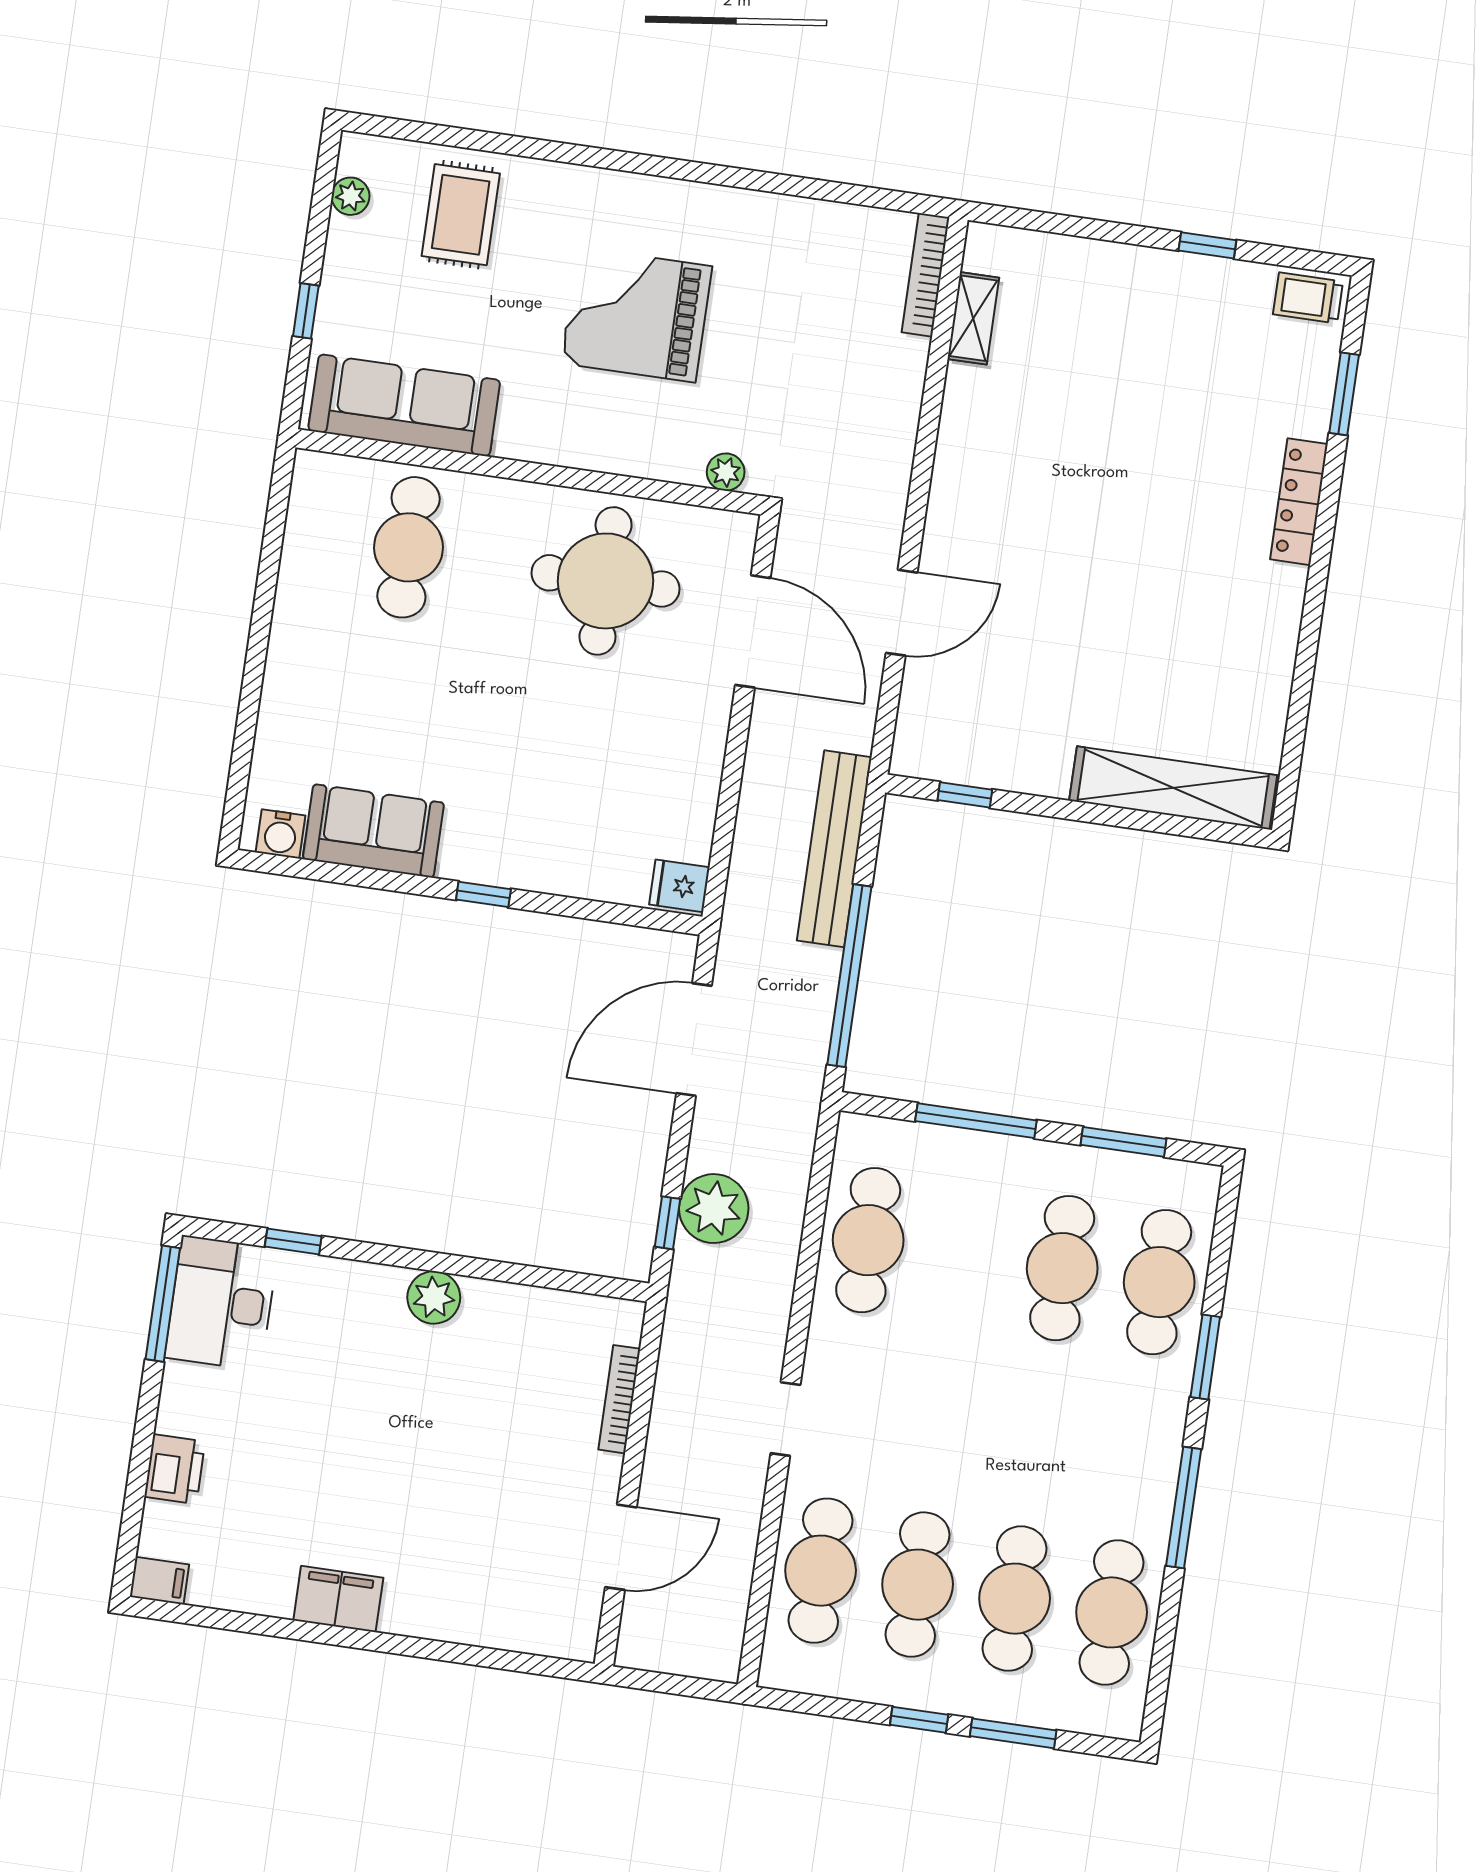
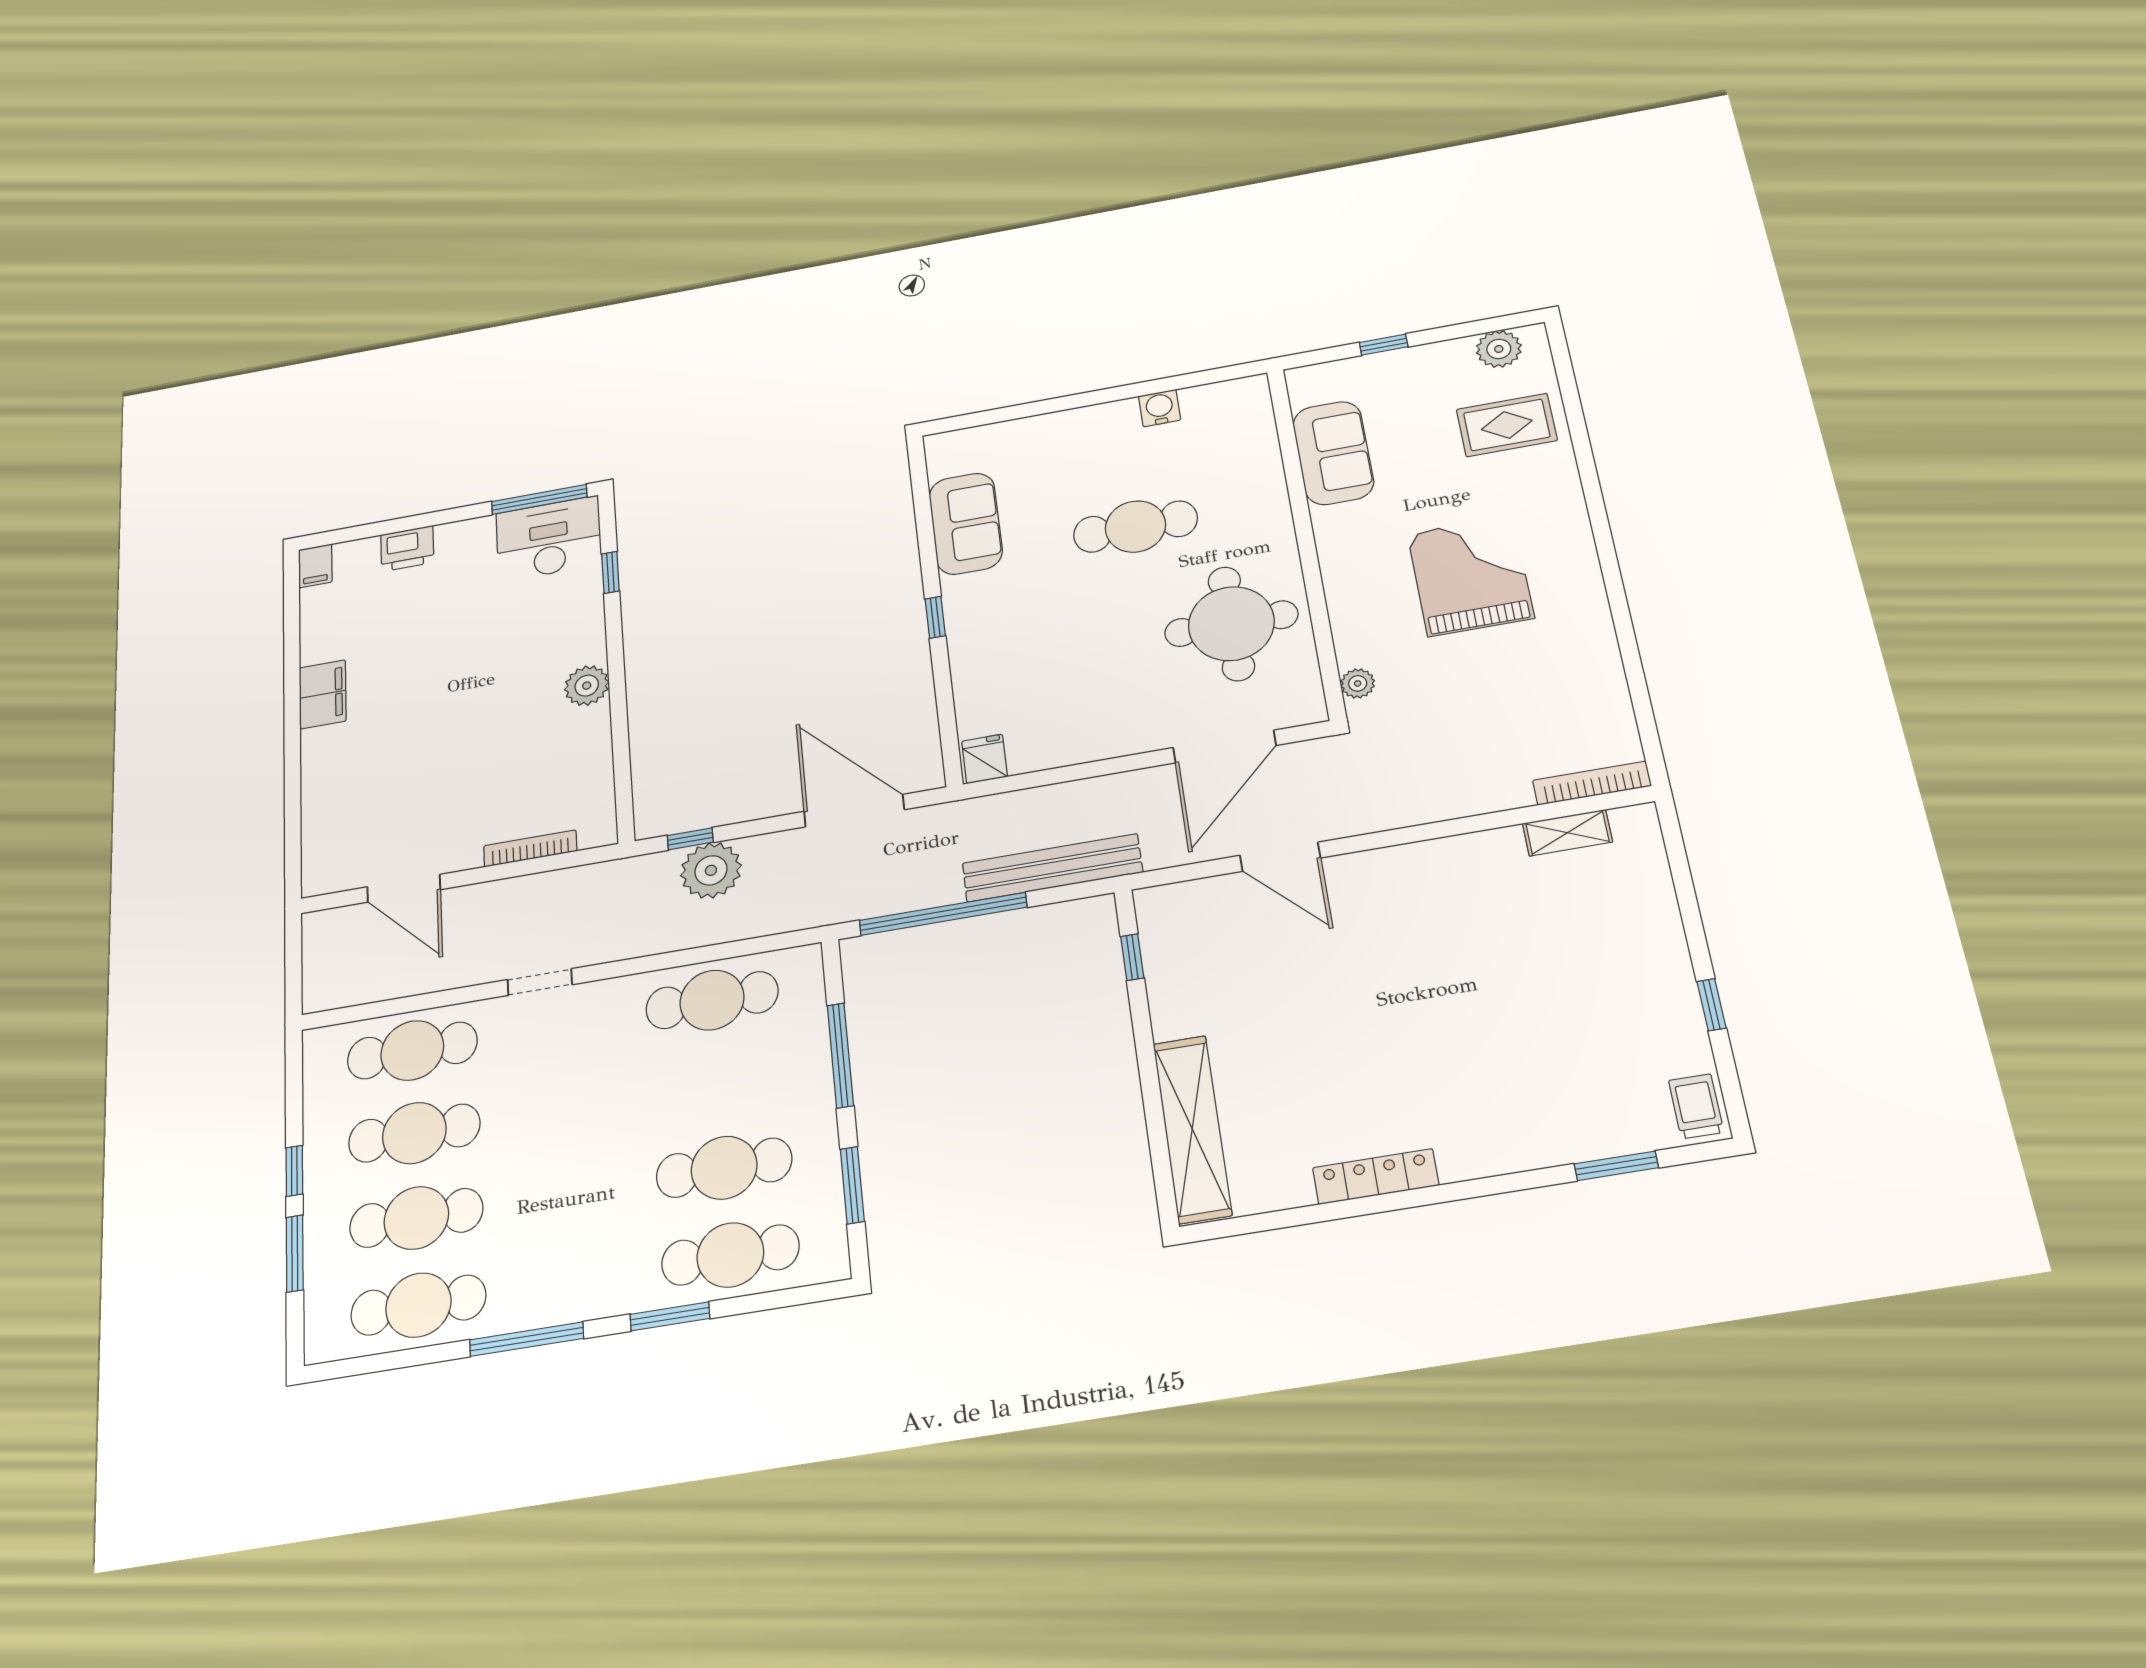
plant: (351, 196) -> (1499, 349), width x1.38, depth x1.38
sofa: (404, 405) -> (1333, 453), width x0.73
locker: (1299, 502) -> (1376, 1176), moved
cafe table: (408, 547) -> (1135, 527), moved
water cooler: (281, 834) -> (1160, 408), moved, turned 90

